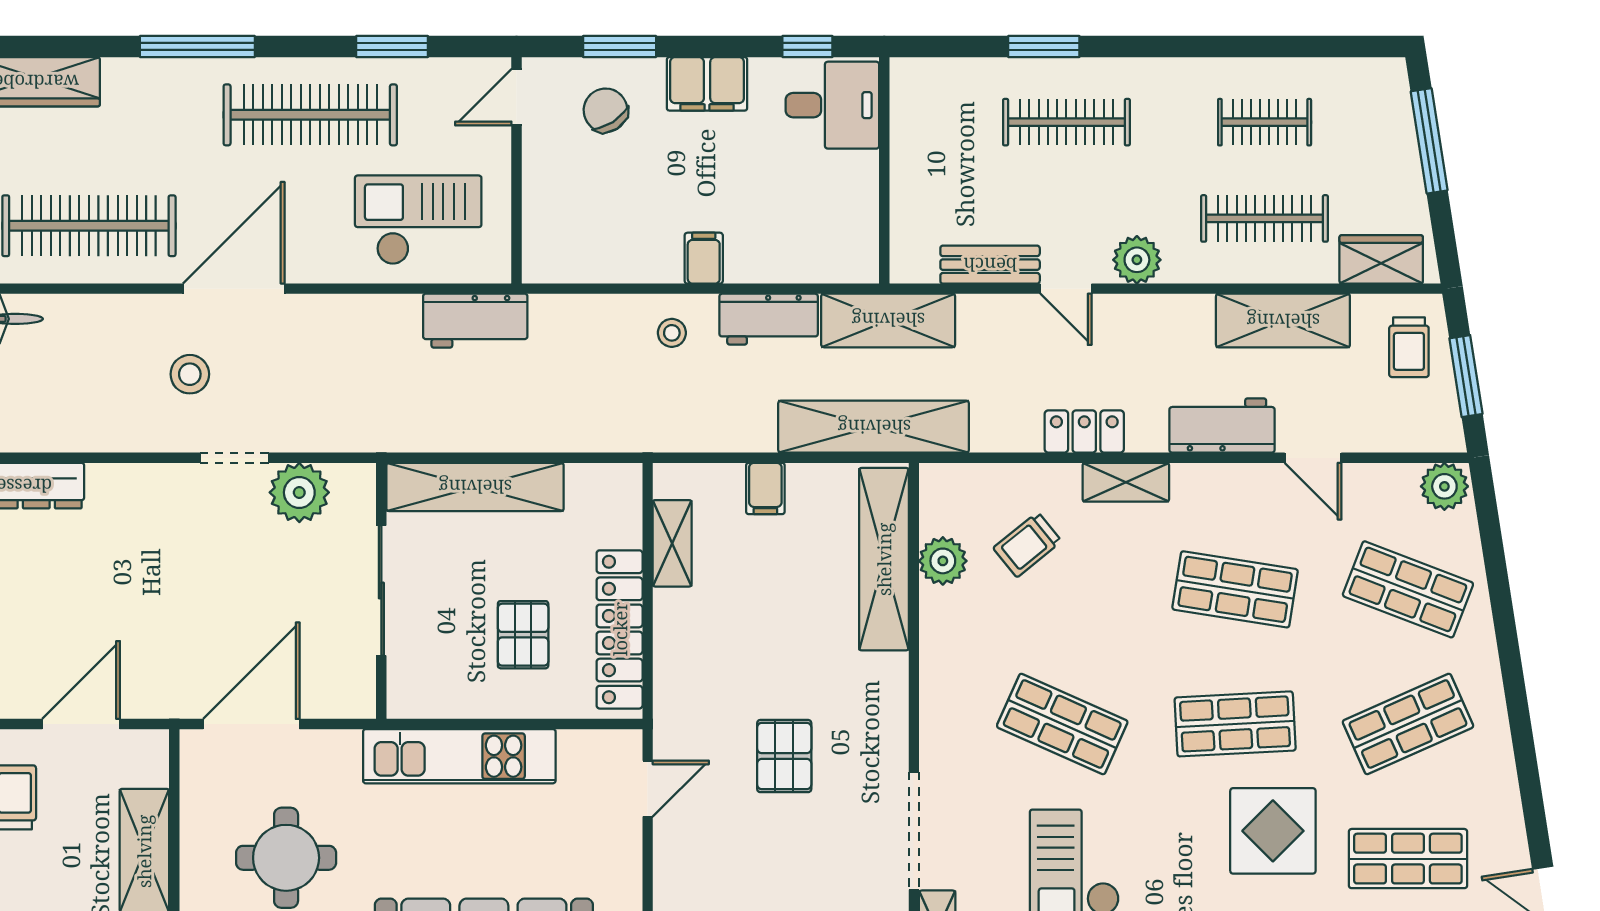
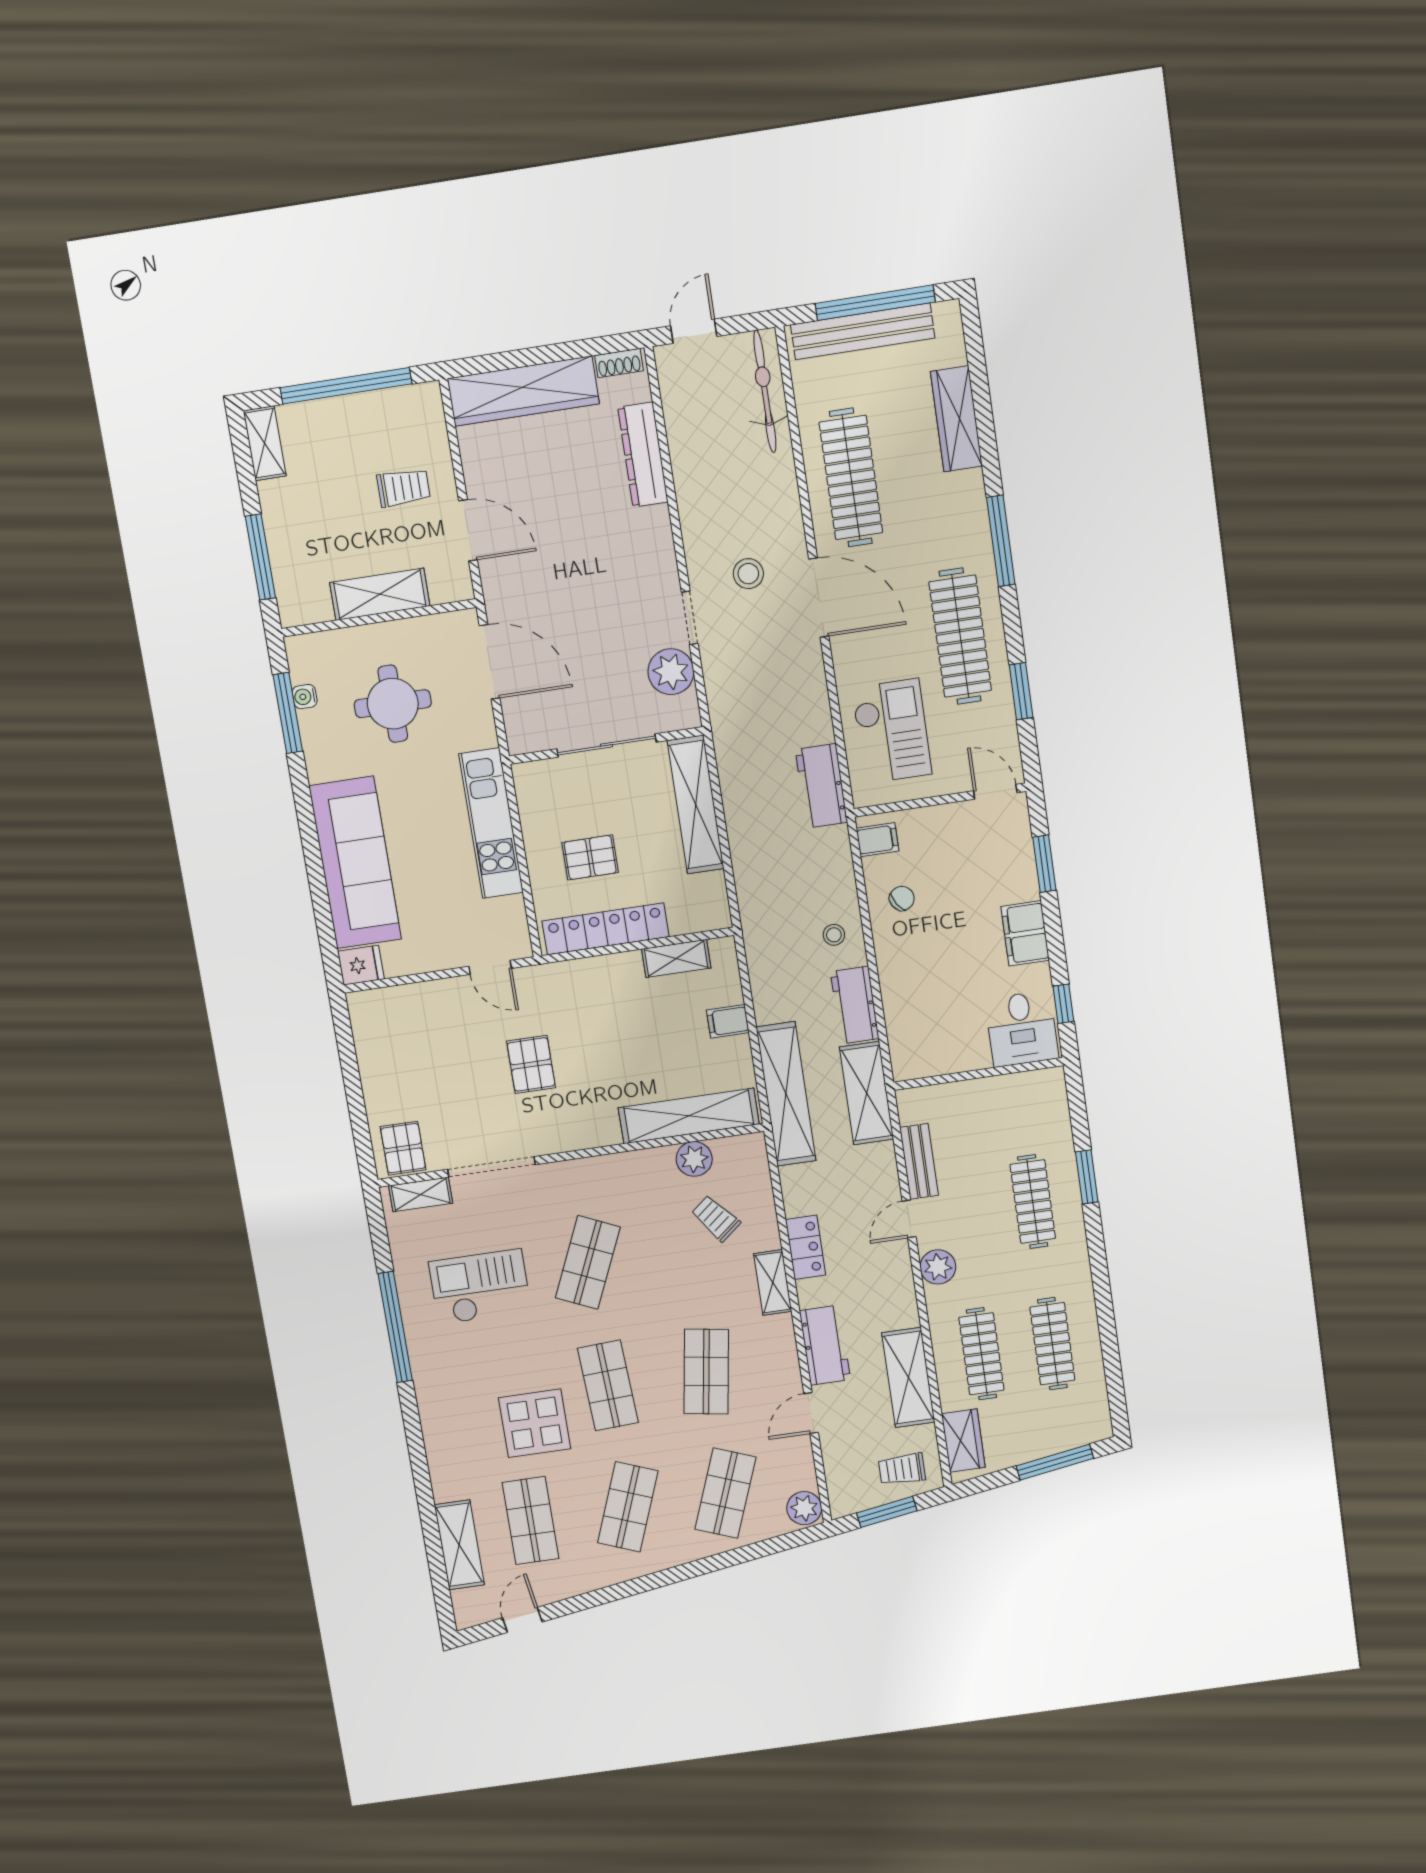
chair: (605, 110) -> (902, 898), moved, width x0.73, depth x0.73
clothes rail: (1265, 122) -> (1052, 1344), width x1.36
filing cabinet: (704, 258) -> (878, 840), moved
shop shelf: (1408, 724) -> (628, 1507), turned 45
pallet: (784, 756) -> (531, 1064), turned 90

